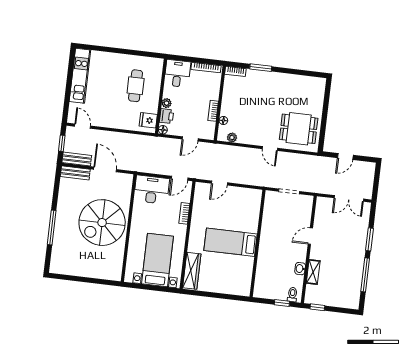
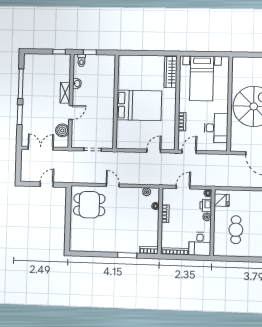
desk: (152, 190) -> (216, 128), moved, turned -90
boiler: (322, 217) -> (62, 130), added
bed: (231, 242) -> (139, 105), width x1.50
shelving: (313, 272) -> (65, 93), moved

